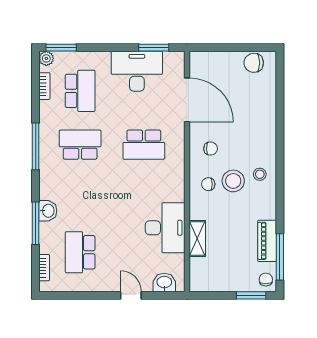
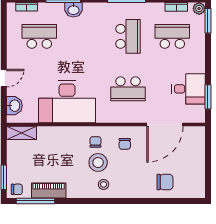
chair: (254, 63) -> (165, 182), moved, turned 90
desk: (137, 71) -> (188, 89), width x0.73
school desk: (80, 91) -> (172, 36), turned 180
school desk: (144, 145) -> (128, 89), turned -90
desk: (165, 228) -> (67, 102), width x1.36, depth x1.30
shelving: (197, 238) -> (21, 133), moved

